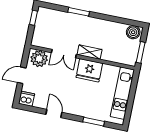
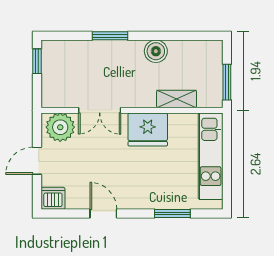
boiler: (133, 32) -> (156, 51), moved
shelving: (90, 52) -> (177, 99), moved

